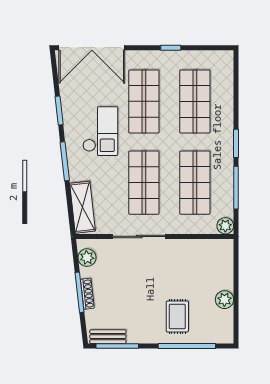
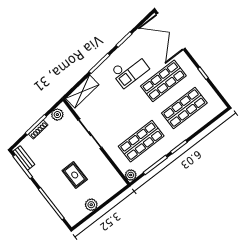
shop shelf: (144, 183) -> (120, 114), removed
rug: (177, 316) -> (75, 175), moved, turned 90

